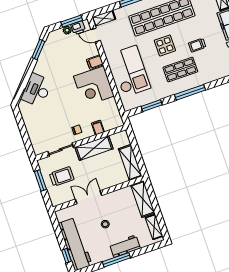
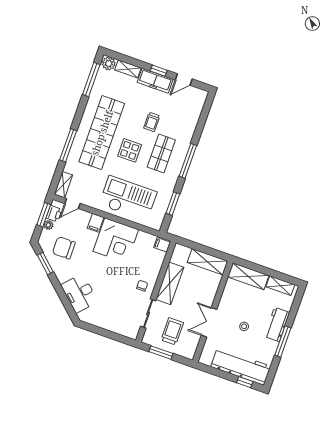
chair: (60, 54) -> (64, 248), added
filing cabinet: (98, 128) -> (162, 245), moved

